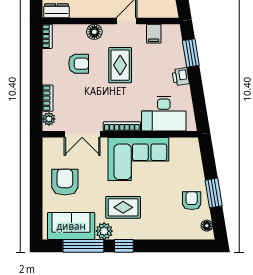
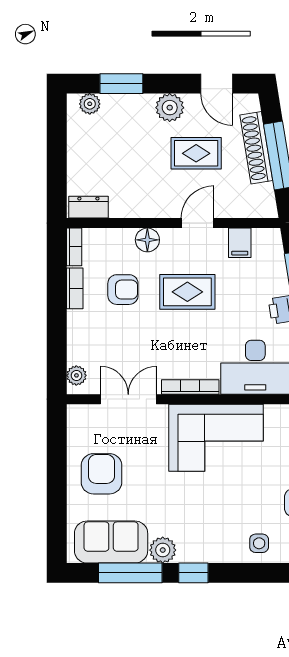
rug: (120, 65) -> (187, 292), turned 90
bookcase: (48, 98) -> (75, 288), moved
double door: (82, 134) -> (128, 399), swing flipped
rug: (123, 207) -> (192, 513), removed
side table: (166, 227) -> (259, 543), added

